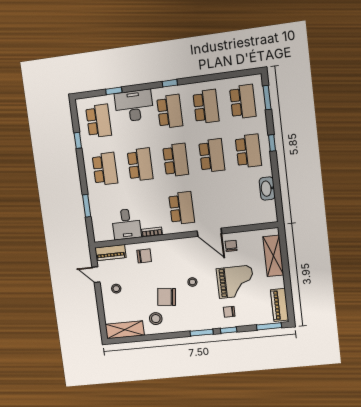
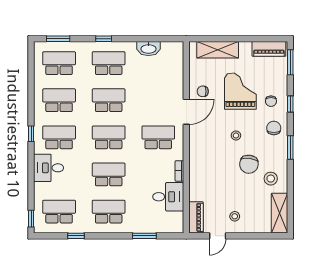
window: (114, 91) -> (31, 219), moved
desk: (134, 106) -> (49, 168), width x0.73
chair: (144, 256) -> (274, 128), moved
window: (202, 333) -> (290, 147), moved

